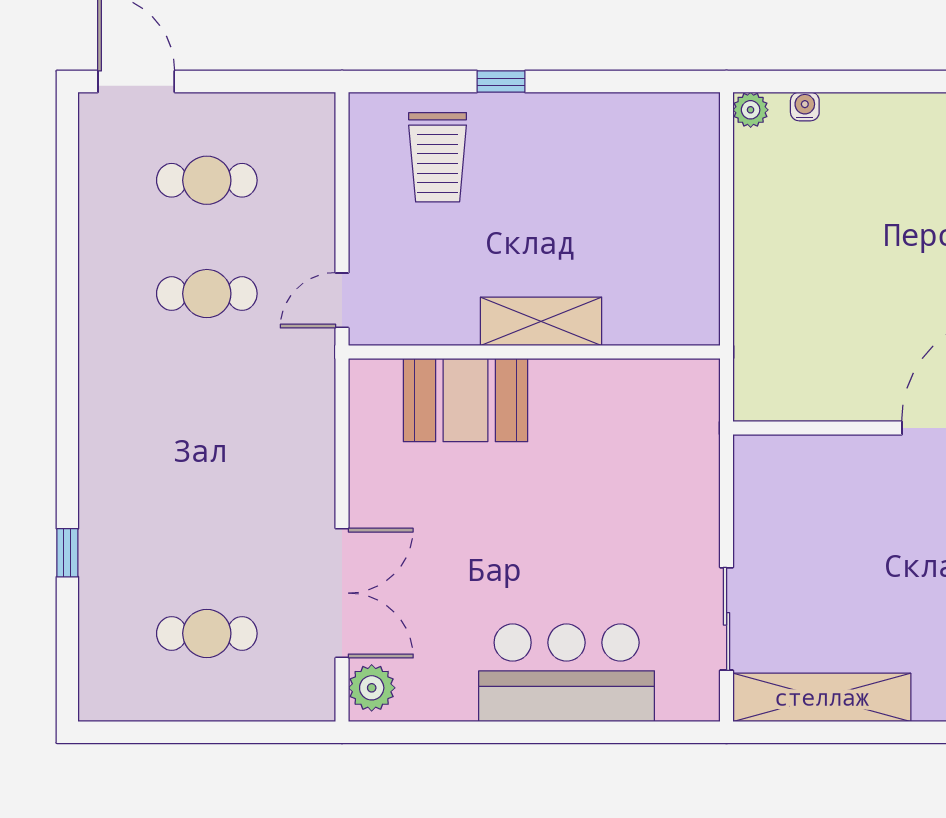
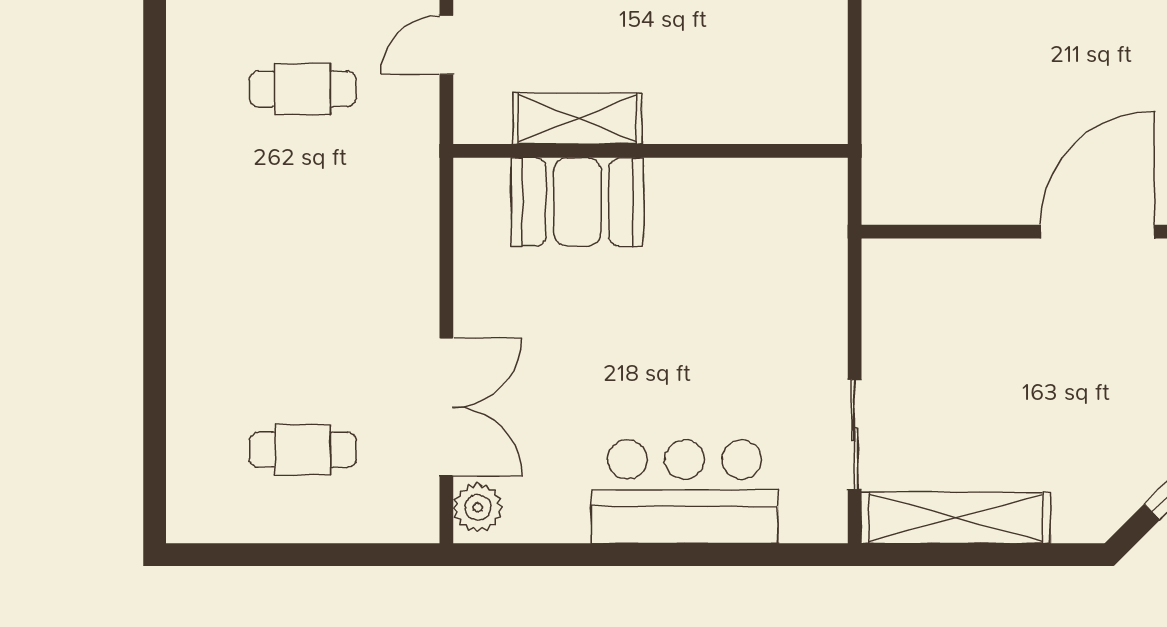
door: (342, 300) -> (446, 45), moved
shelving: (541, 321) -> (577, 118), moved
window: (67, 553) -> (155, 364), removed

